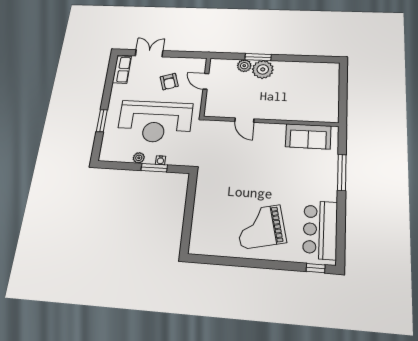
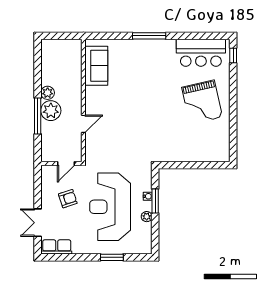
window: (258, 57) -> (38, 116), width x1.44
plant: (244, 66) -> (48, 93), moved
door: (244, 120) -> (83, 124), moved
wall: (270, 121) -> (83, 100), moved
reception desk: (155, 122) -> (110, 207), turned 180
sofa: (308, 136) -> (96, 66), moved

